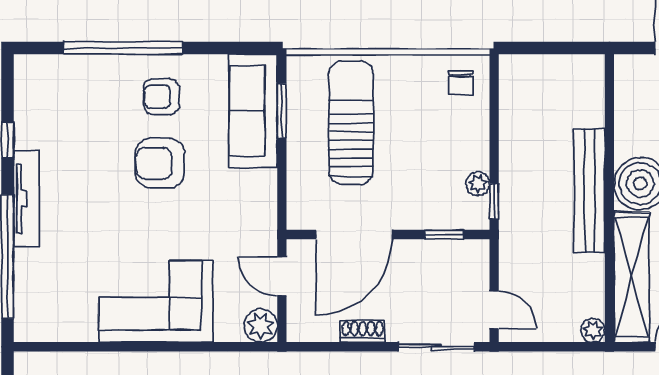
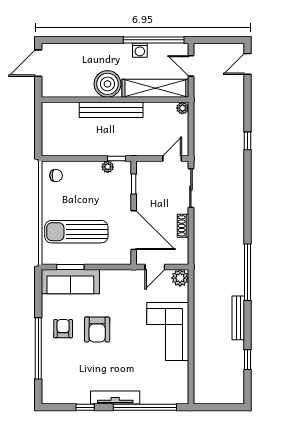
armchair: (161, 97) -> (63, 329), turned 180

